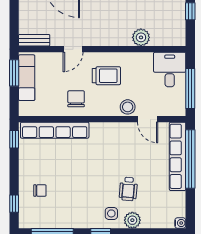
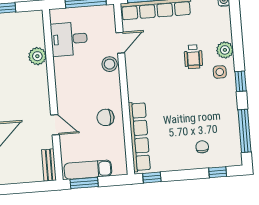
desk: (170, 70) -> (69, 39), moved
trolley: (106, 76) -> (79, 88), removed
wheelchair: (128, 189) -> (193, 57), turned 86

